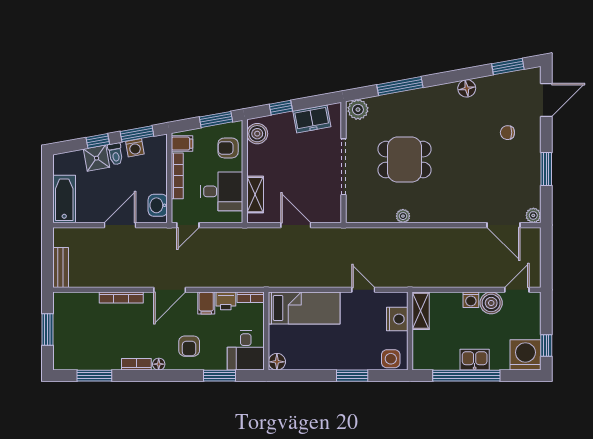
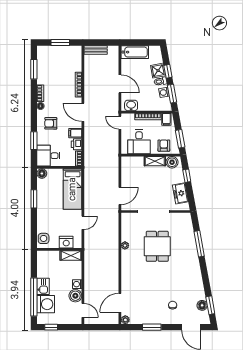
floor lamp: (467, 88) -> (202, 305), moved
plant: (358, 110) -> (186, 220), removed
shelving: (255, 195) -> (155, 161), moved
door: (296, 225) -> (120, 196), moved
washing machine: (525, 355) -> (46, 304), moved
window: (352, 376) -> (34, 199), moved
window: (466, 376) -> (34, 297), moved

